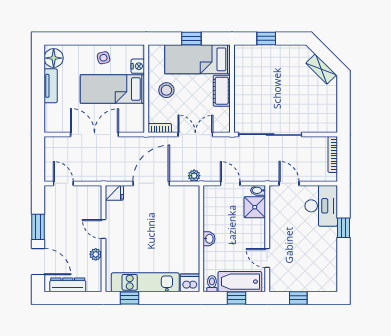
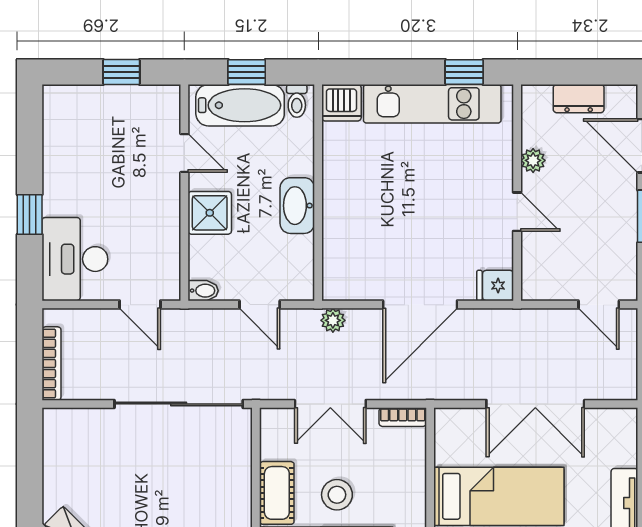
stool: (166, 90) -> (337, 495), moved
shower: (255, 207) -> (210, 213), moved
washbasin: (209, 239) -> (297, 206), width x1.91, depth x1.45
dresser: (68, 285) -> (579, 99), width x0.70

